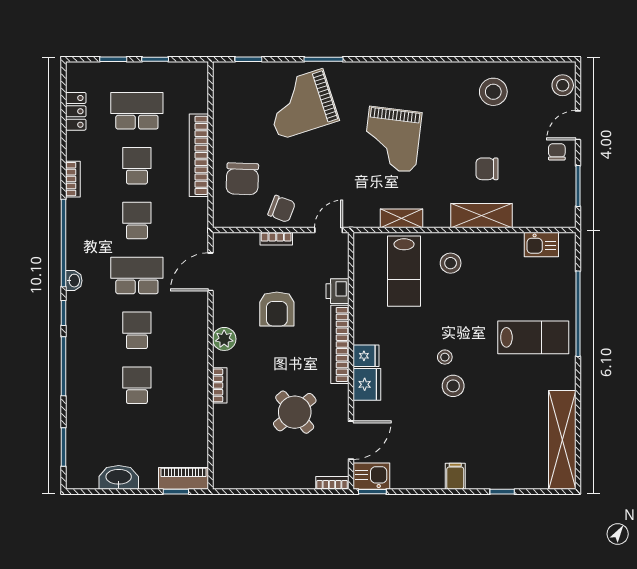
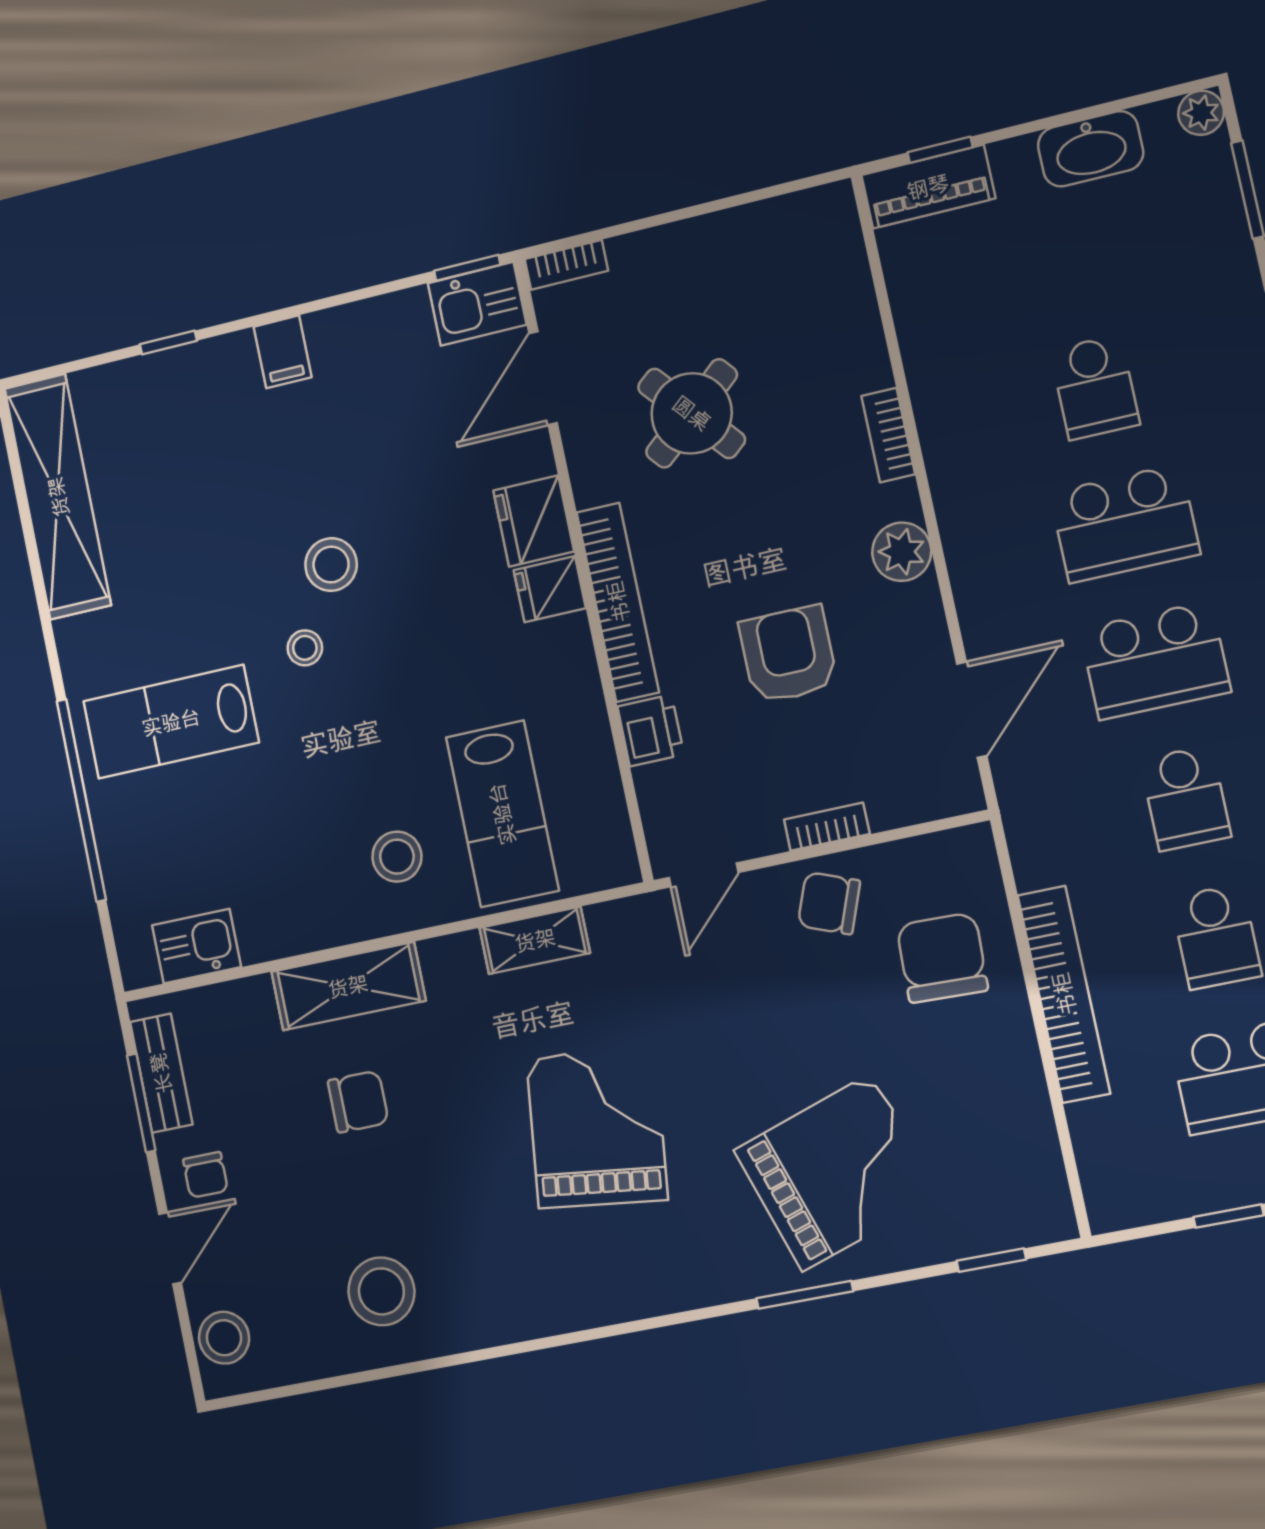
bench: (567, 196) -> (161, 1073), added
lab bench: (404, 271) -> (502, 814), turned 180
school desk: (137, 330) -> (1125, 523), width x1.85
stool: (445, 357) -> (305, 648), moved
plant: (74, 481) -> (1201, 113), added

